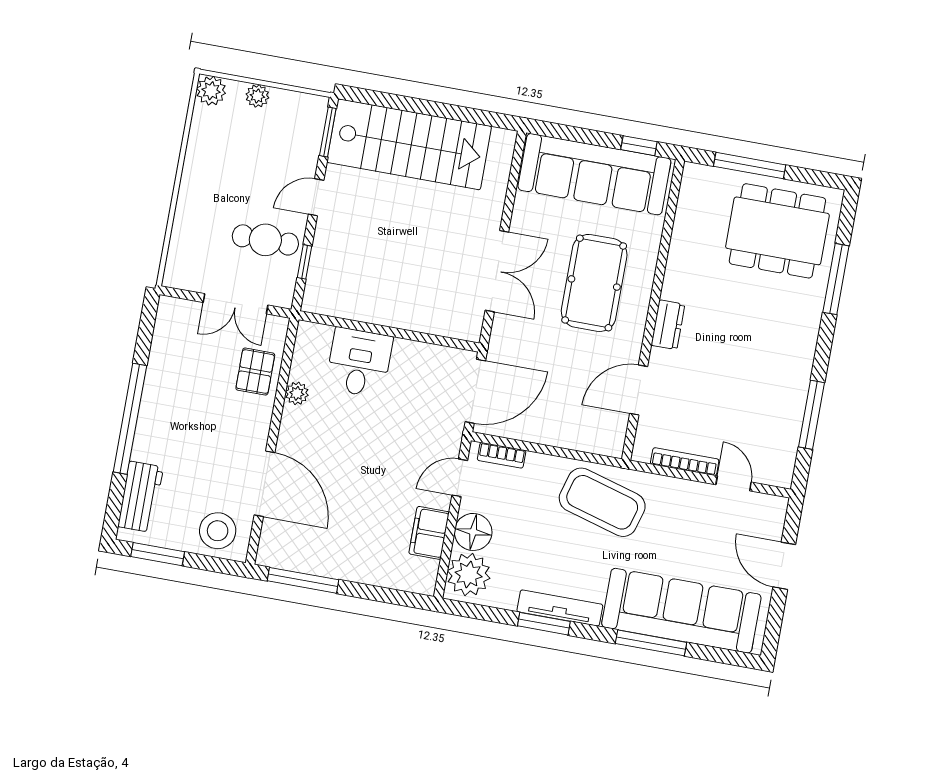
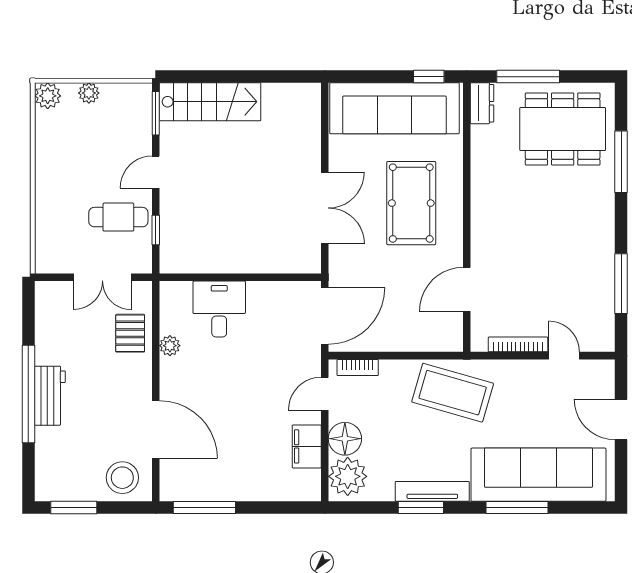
stairs: (409, 144) -> (210, 102), width x0.73, depth x0.66
dresser: (668, 325) -> (482, 103), moved
workbench: (141, 497) -> (50, 396), moved

